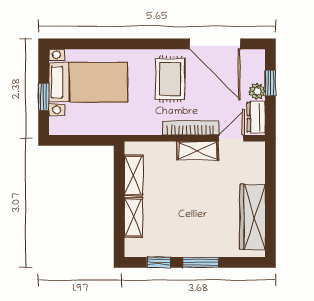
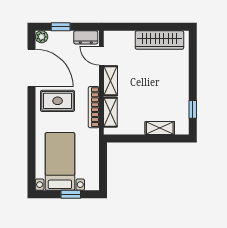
door: (215, 44) -> (32, 68), hinge flipped
plant: (257, 91) -> (42, 37), moved
bookcase: (191, 128) -> (94, 107), moved
shelving: (134, 176) -> (110, 112), moved, turned 90
window: (201, 262) -> (193, 78), removed

